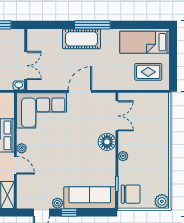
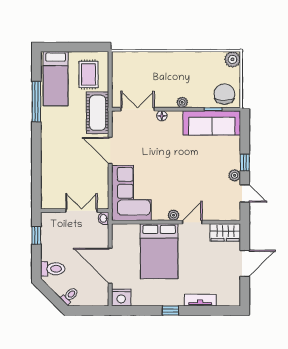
window: (92, 25) -> (36, 102), moved
cot: (82, 39) -> (98, 113), moved
floor lamp: (107, 142) -> (162, 116), width x0.53, depth x0.53
sofa: (90, 198) -> (212, 123), moved, turned -90

